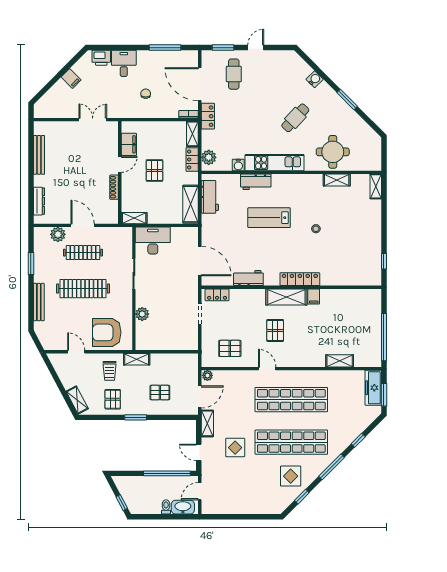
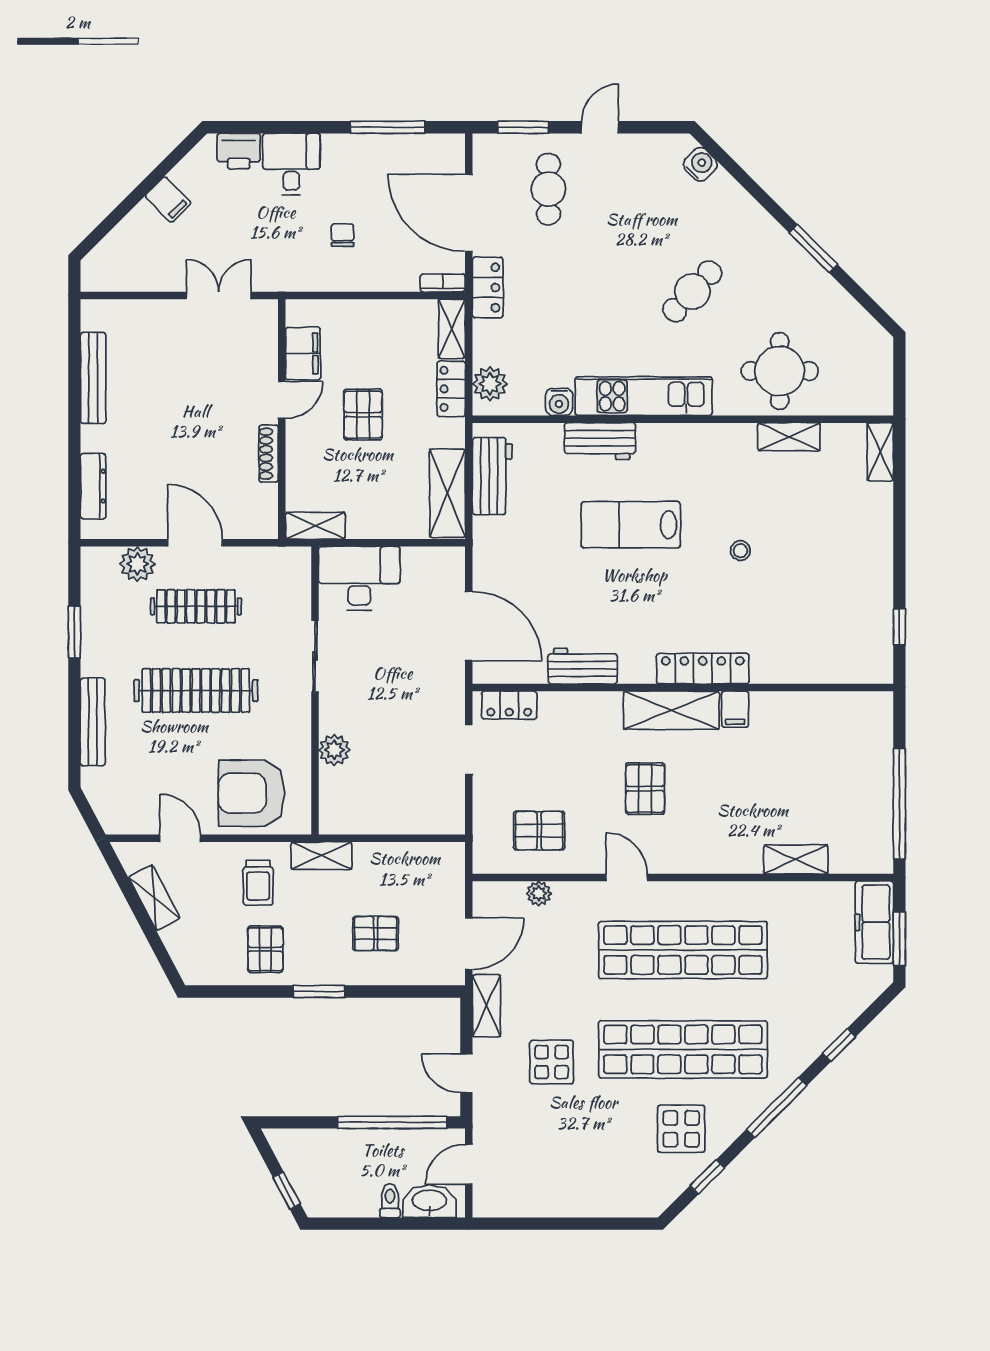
water cooler: (315, 79) -> (700, 164), moved
plant: (207, 375) -> (539, 894), moved
shelving: (77, 400) -> (154, 898), moved

